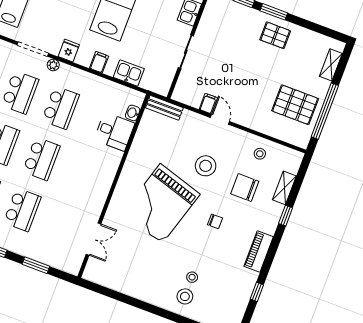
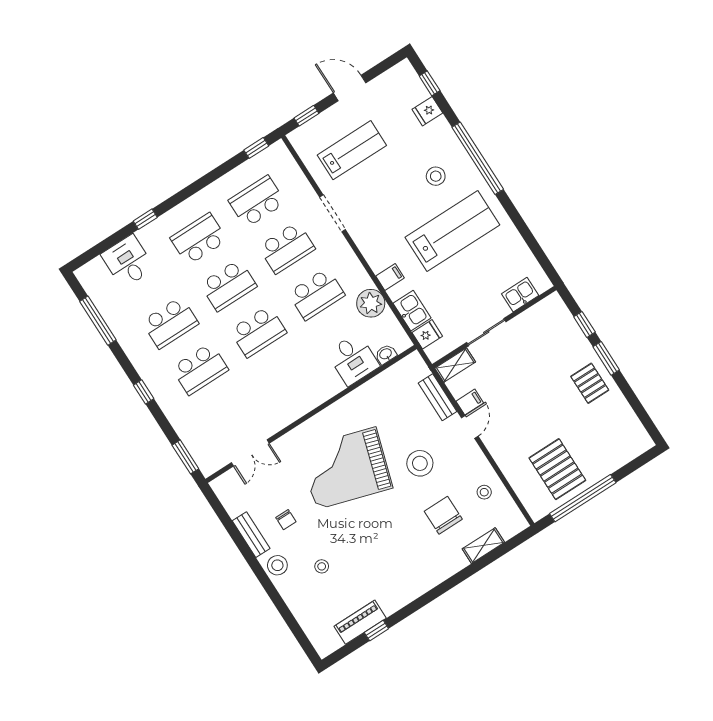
fridge: (69, 51) -> (427, 334), moved
plant: (53, 65) -> (371, 303), moved, width x1.87, depth x1.87
shelving: (331, 65) -> (455, 365), moved
bench: (164, 108) -> (438, 397), moved
window: (286, 216) -> (464, 575), removed
chair: (215, 221) -> (286, 520), moved
piano: (259, 252) -> (360, 622), moved
window: (36, 265) -> (185, 457), moved
bench: (133, 290) -> (251, 535), added
stool: (185, 296) -> (277, 565), moved

